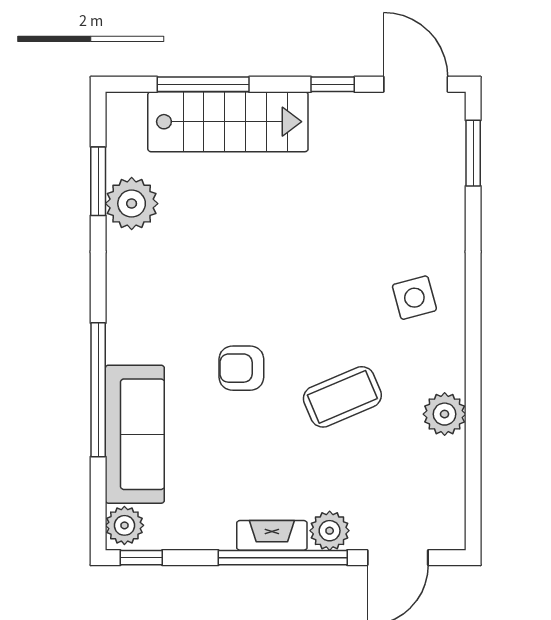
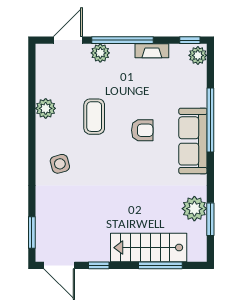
coffee table: (342, 397) -> (94, 117), turned -67
sofa: (135, 434) -> (193, 141), moved
fireplace: (272, 535) -> (152, 51), moved

